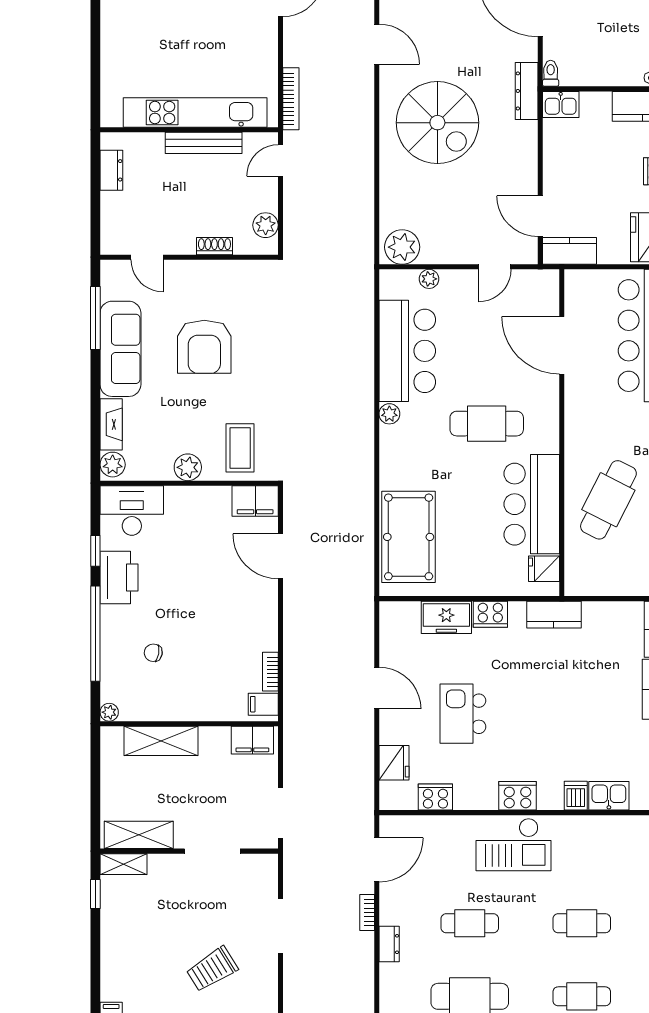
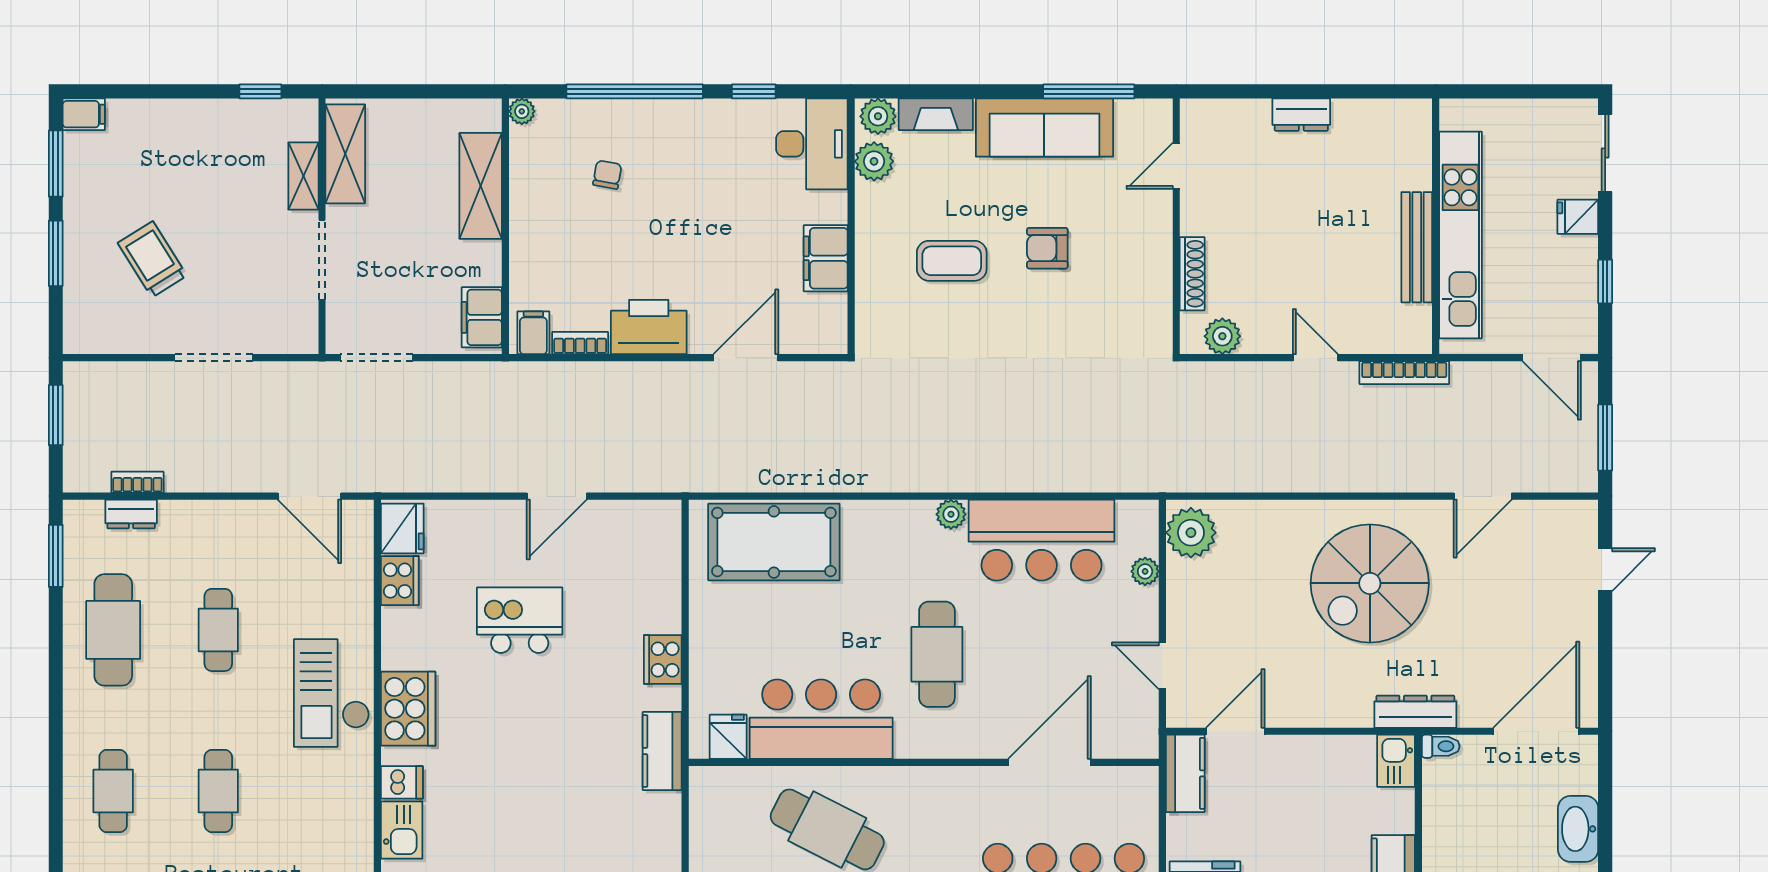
kitchen unit: (195, 113) -> (1460, 235), moved
wall: (189, 130) -> (1436, 226), moved
bench: (204, 143) -> (1417, 247), moved
shoe rack: (214, 246) -> (1192, 274), width x1.43
armchair: (204, 347) -> (1047, 248), width x0.53, depth x0.53
coffee table: (240, 448) -> (952, 261), moved
plant: (188, 467) -> (874, 161), moved
filing cabinet: (255, 501) -> (826, 258), moved
printer: (119, 577) -> (649, 327), moved, turned 180
freezer: (446, 617) -> (658, 596), removed
fridge: (394, 763) -> (402, 528), moved, turned -90
cooker: (518, 796) -> (408, 709), width x1.37, depth x1.31
shelving: (124, 864) -> (303, 176), moved
bookcase: (367, 912) -> (137, 482), moved
dresser: (389, 944) -> (131, 514), moved

